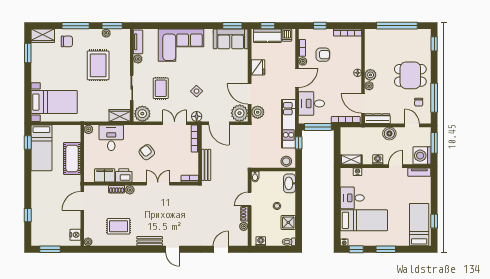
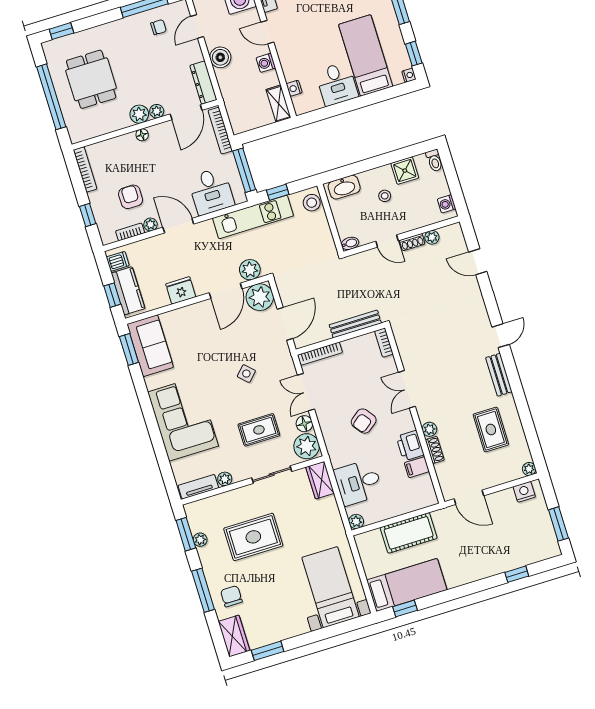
dining table: (410, 75) -> (91, 79), moved
floor lamp: (197, 116) -> (304, 424), moved
filing cabinet: (105, 175) -> (417, 467), width x0.50

